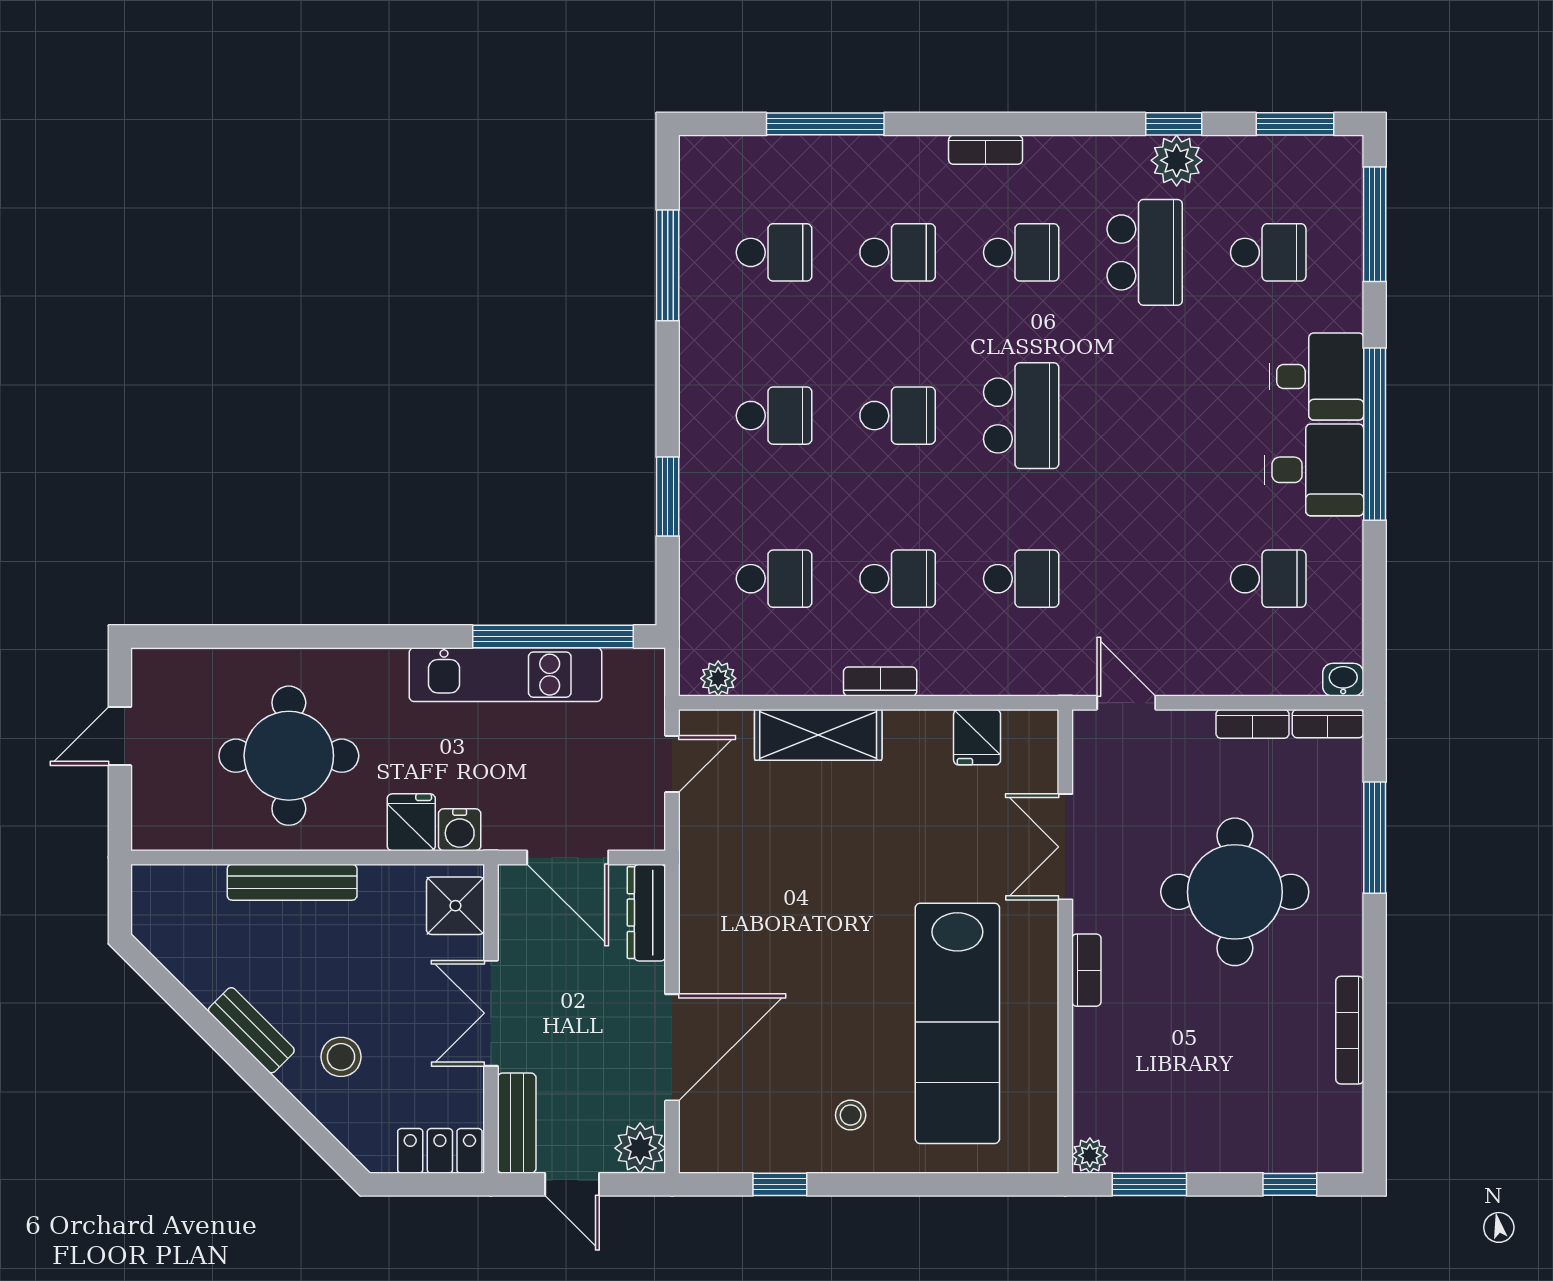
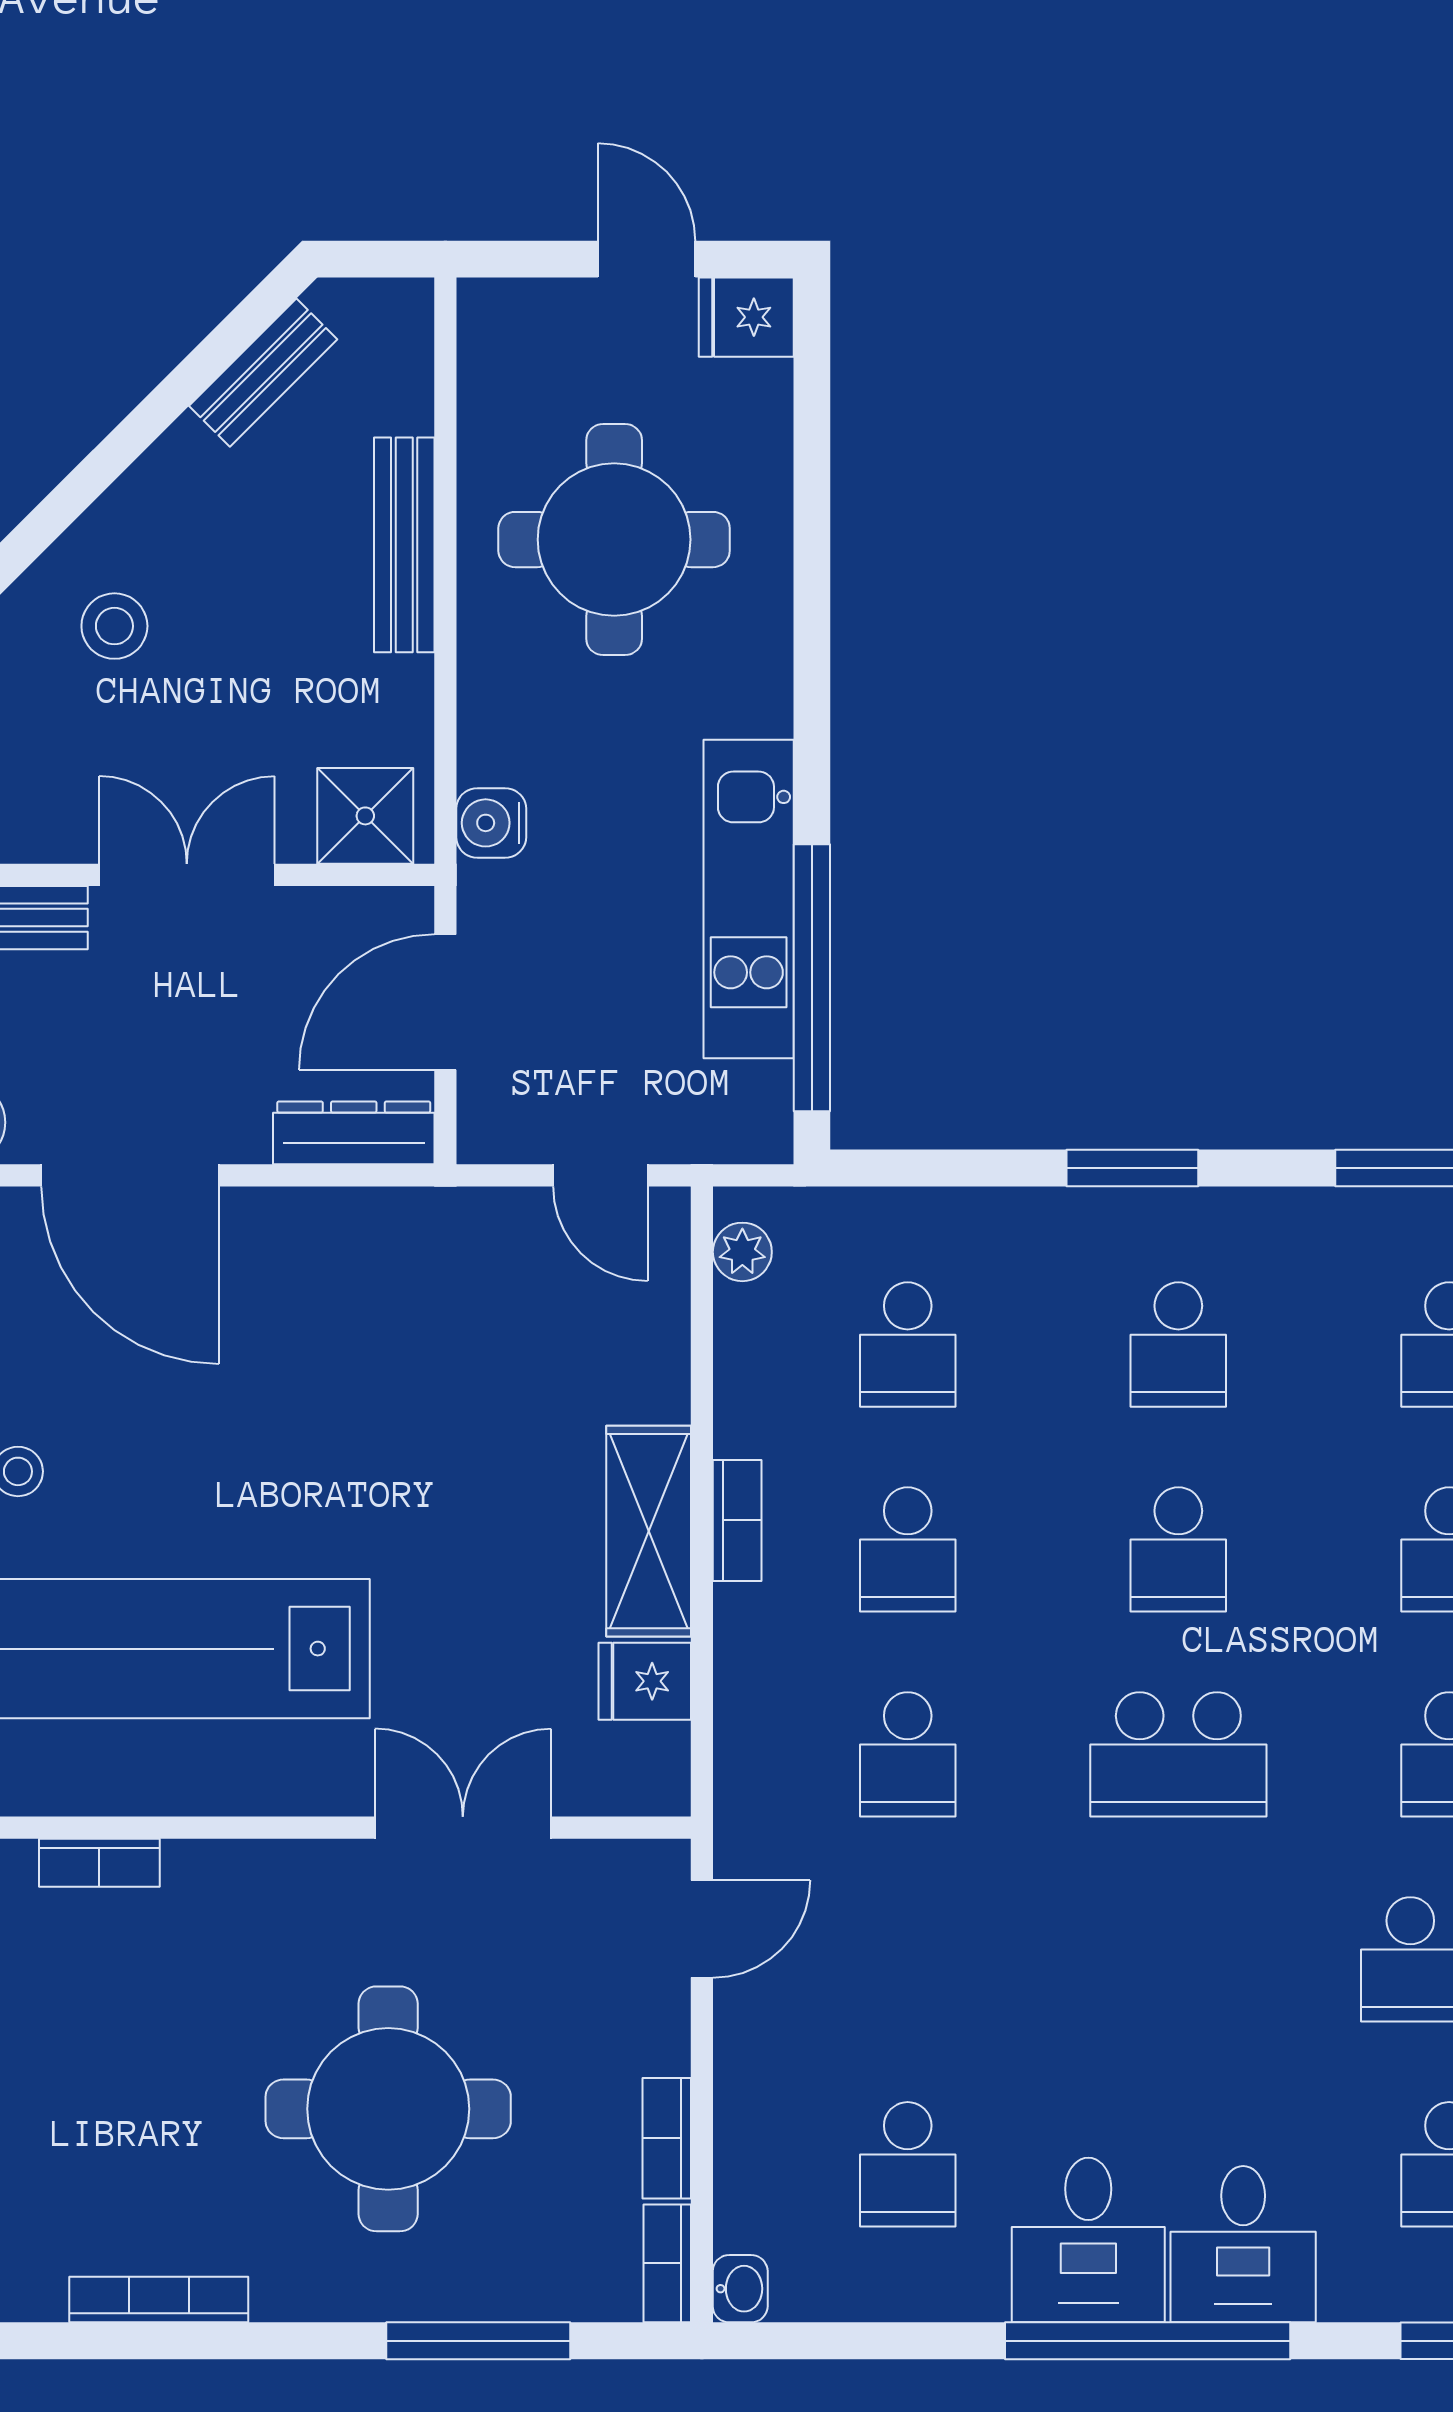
window: (668, 497) -> (1132, 1168), moved
shelving: (818, 735) -> (649, 1531), moved
fridge: (411, 822) -> (746, 317), moved, turned 180
bookcase: (1086, 970) -> (99, 1863), moved
bench: (251, 1030) -> (263, 373), moved

